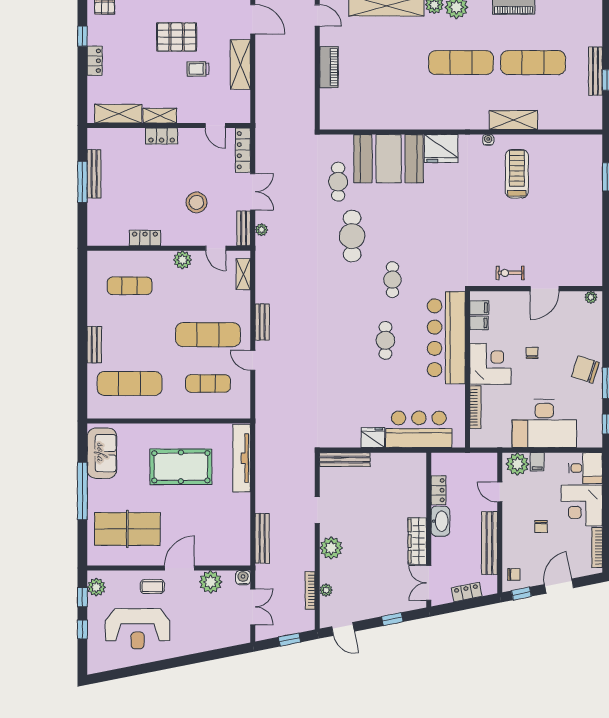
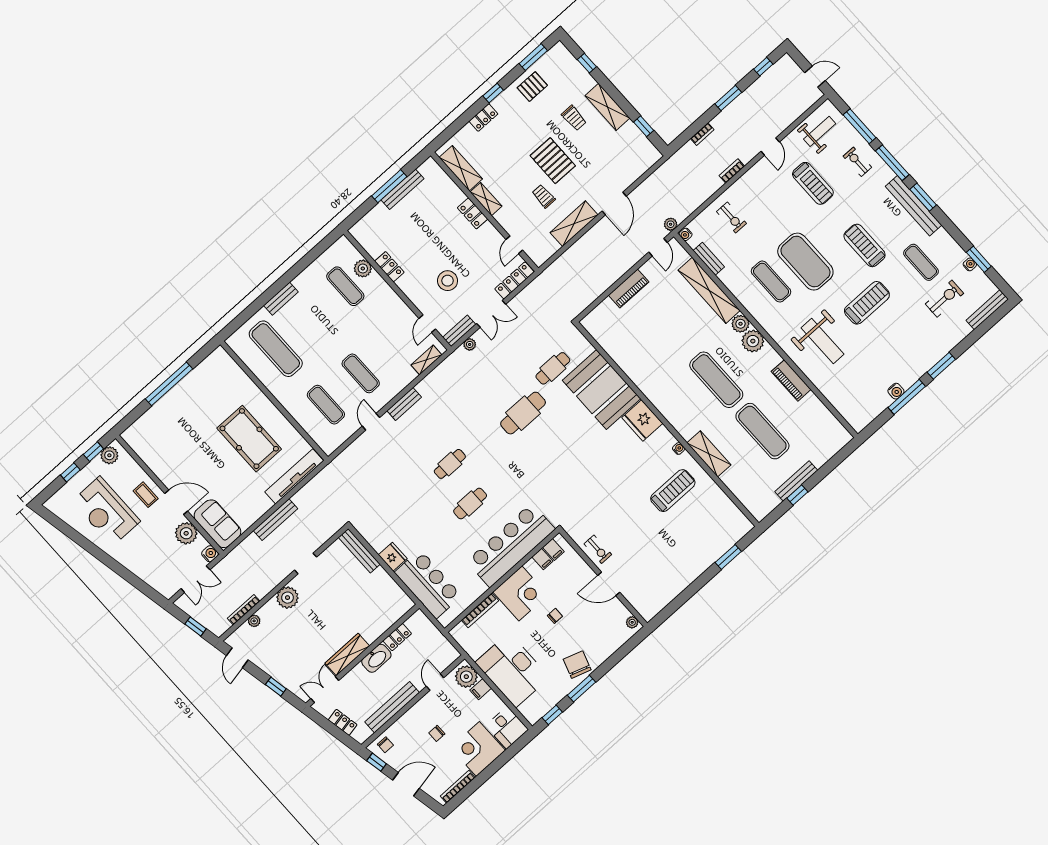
plant: (183, 260) -> (363, 268), moved
exercise bike: (510, 273) -> (598, 549), turned 180
cafe table: (392, 280) -> (450, 464), moved
exercise mat: (208, 335) -> (361, 373), width x0.73, depth x0.69
sofa: (102, 453) -> (217, 524), moved, turned -90
table tennis table: (127, 529) -> (171, 440), removed
bench: (262, 538) -> (275, 520), moved

